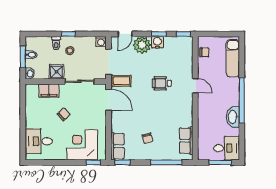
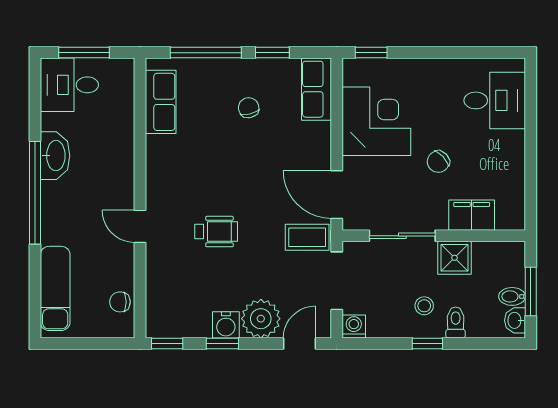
washbasin: (30, 74) -> (515, 320), moved
corner desk: (82, 145) -> (376, 121), moved, turned -90
window: (122, 162) -> (272, 53), moved

